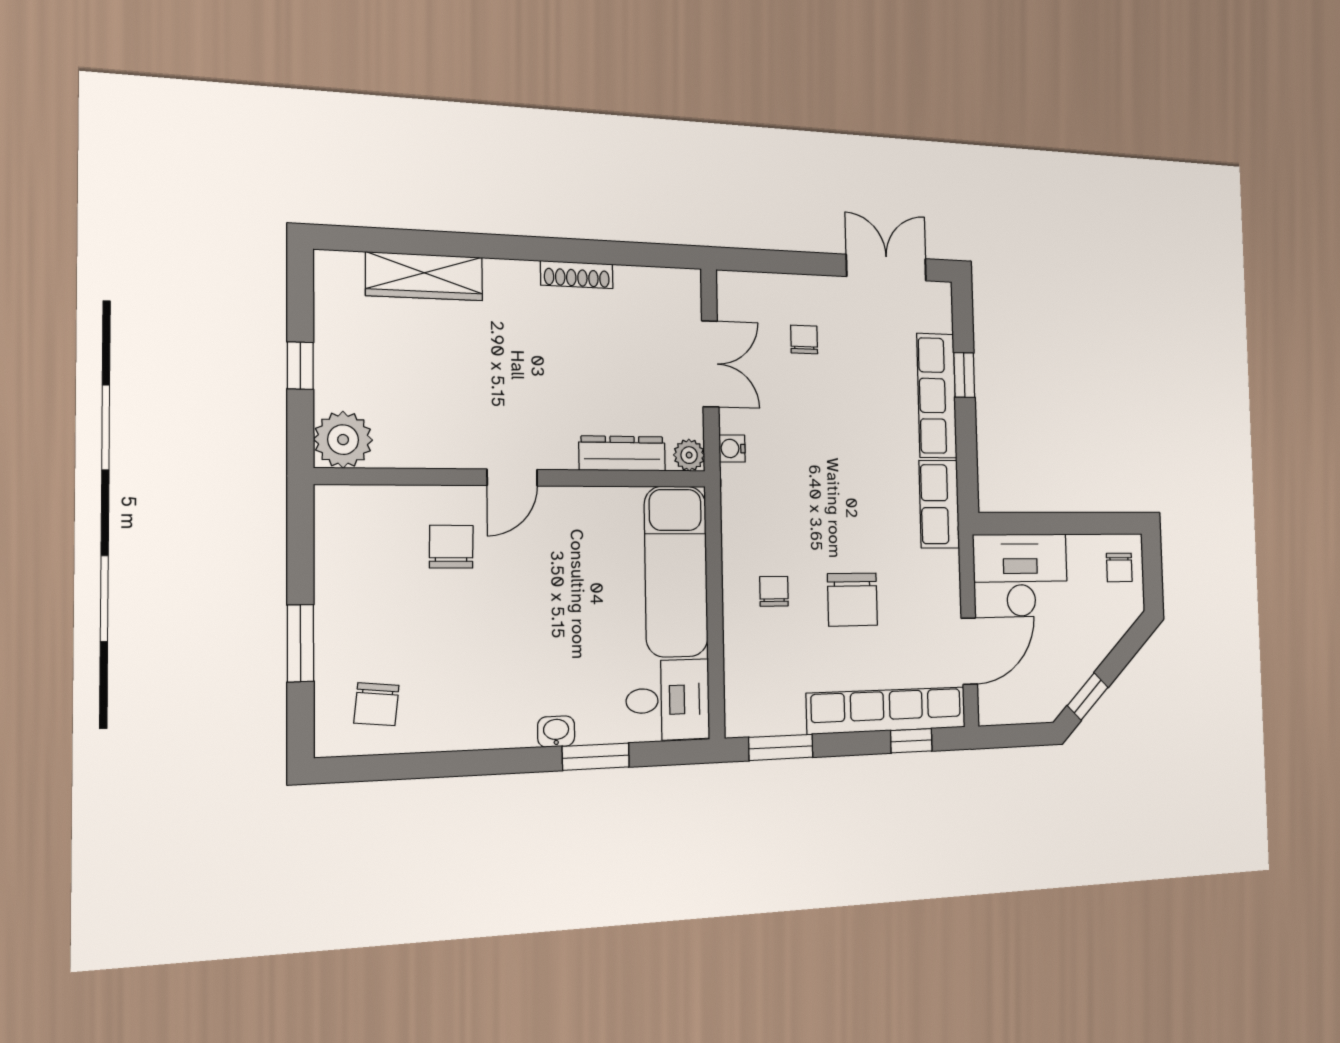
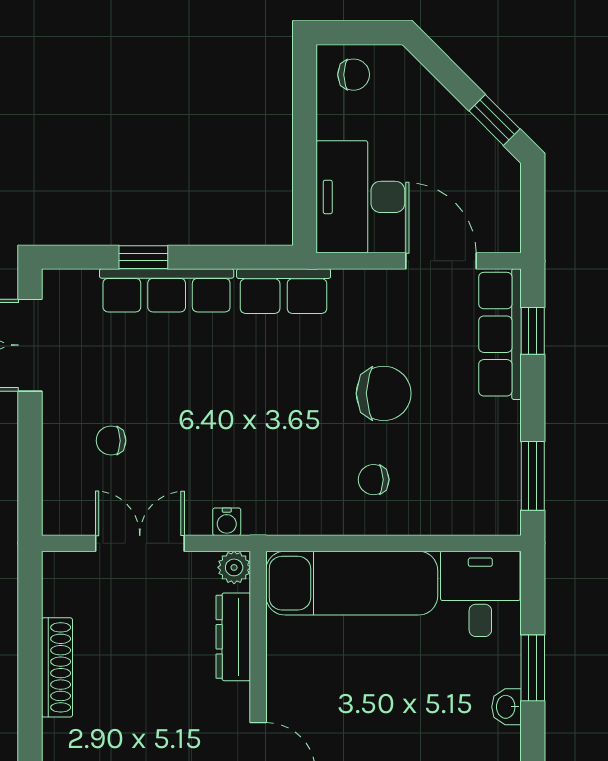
shoe rack: (577, 275) -> (57, 667), width x1.36, depth x1.24
row of seats: (887, 710) -> (500, 334), width x0.73

